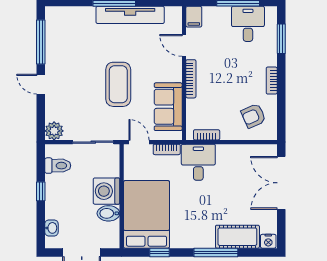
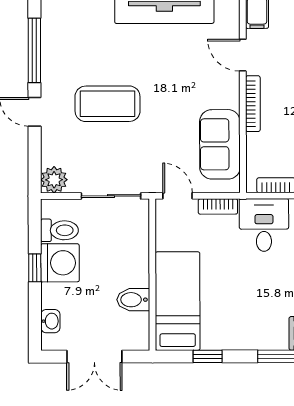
coffee table: (118, 84) -> (107, 104), moved, turned 90
washing machine: (106, 191) -> (60, 263), moved, turned 180
bed: (147, 214) -> (178, 301), width x0.67

